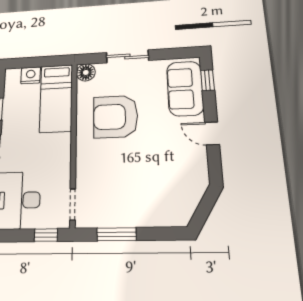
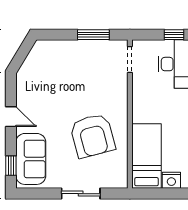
floor lamp: (86, 72) -> (119, 180), removed
armchair: (116, 117) -> (93, 136), turned 75
window: (46, 235) -> (174, 35), moved

